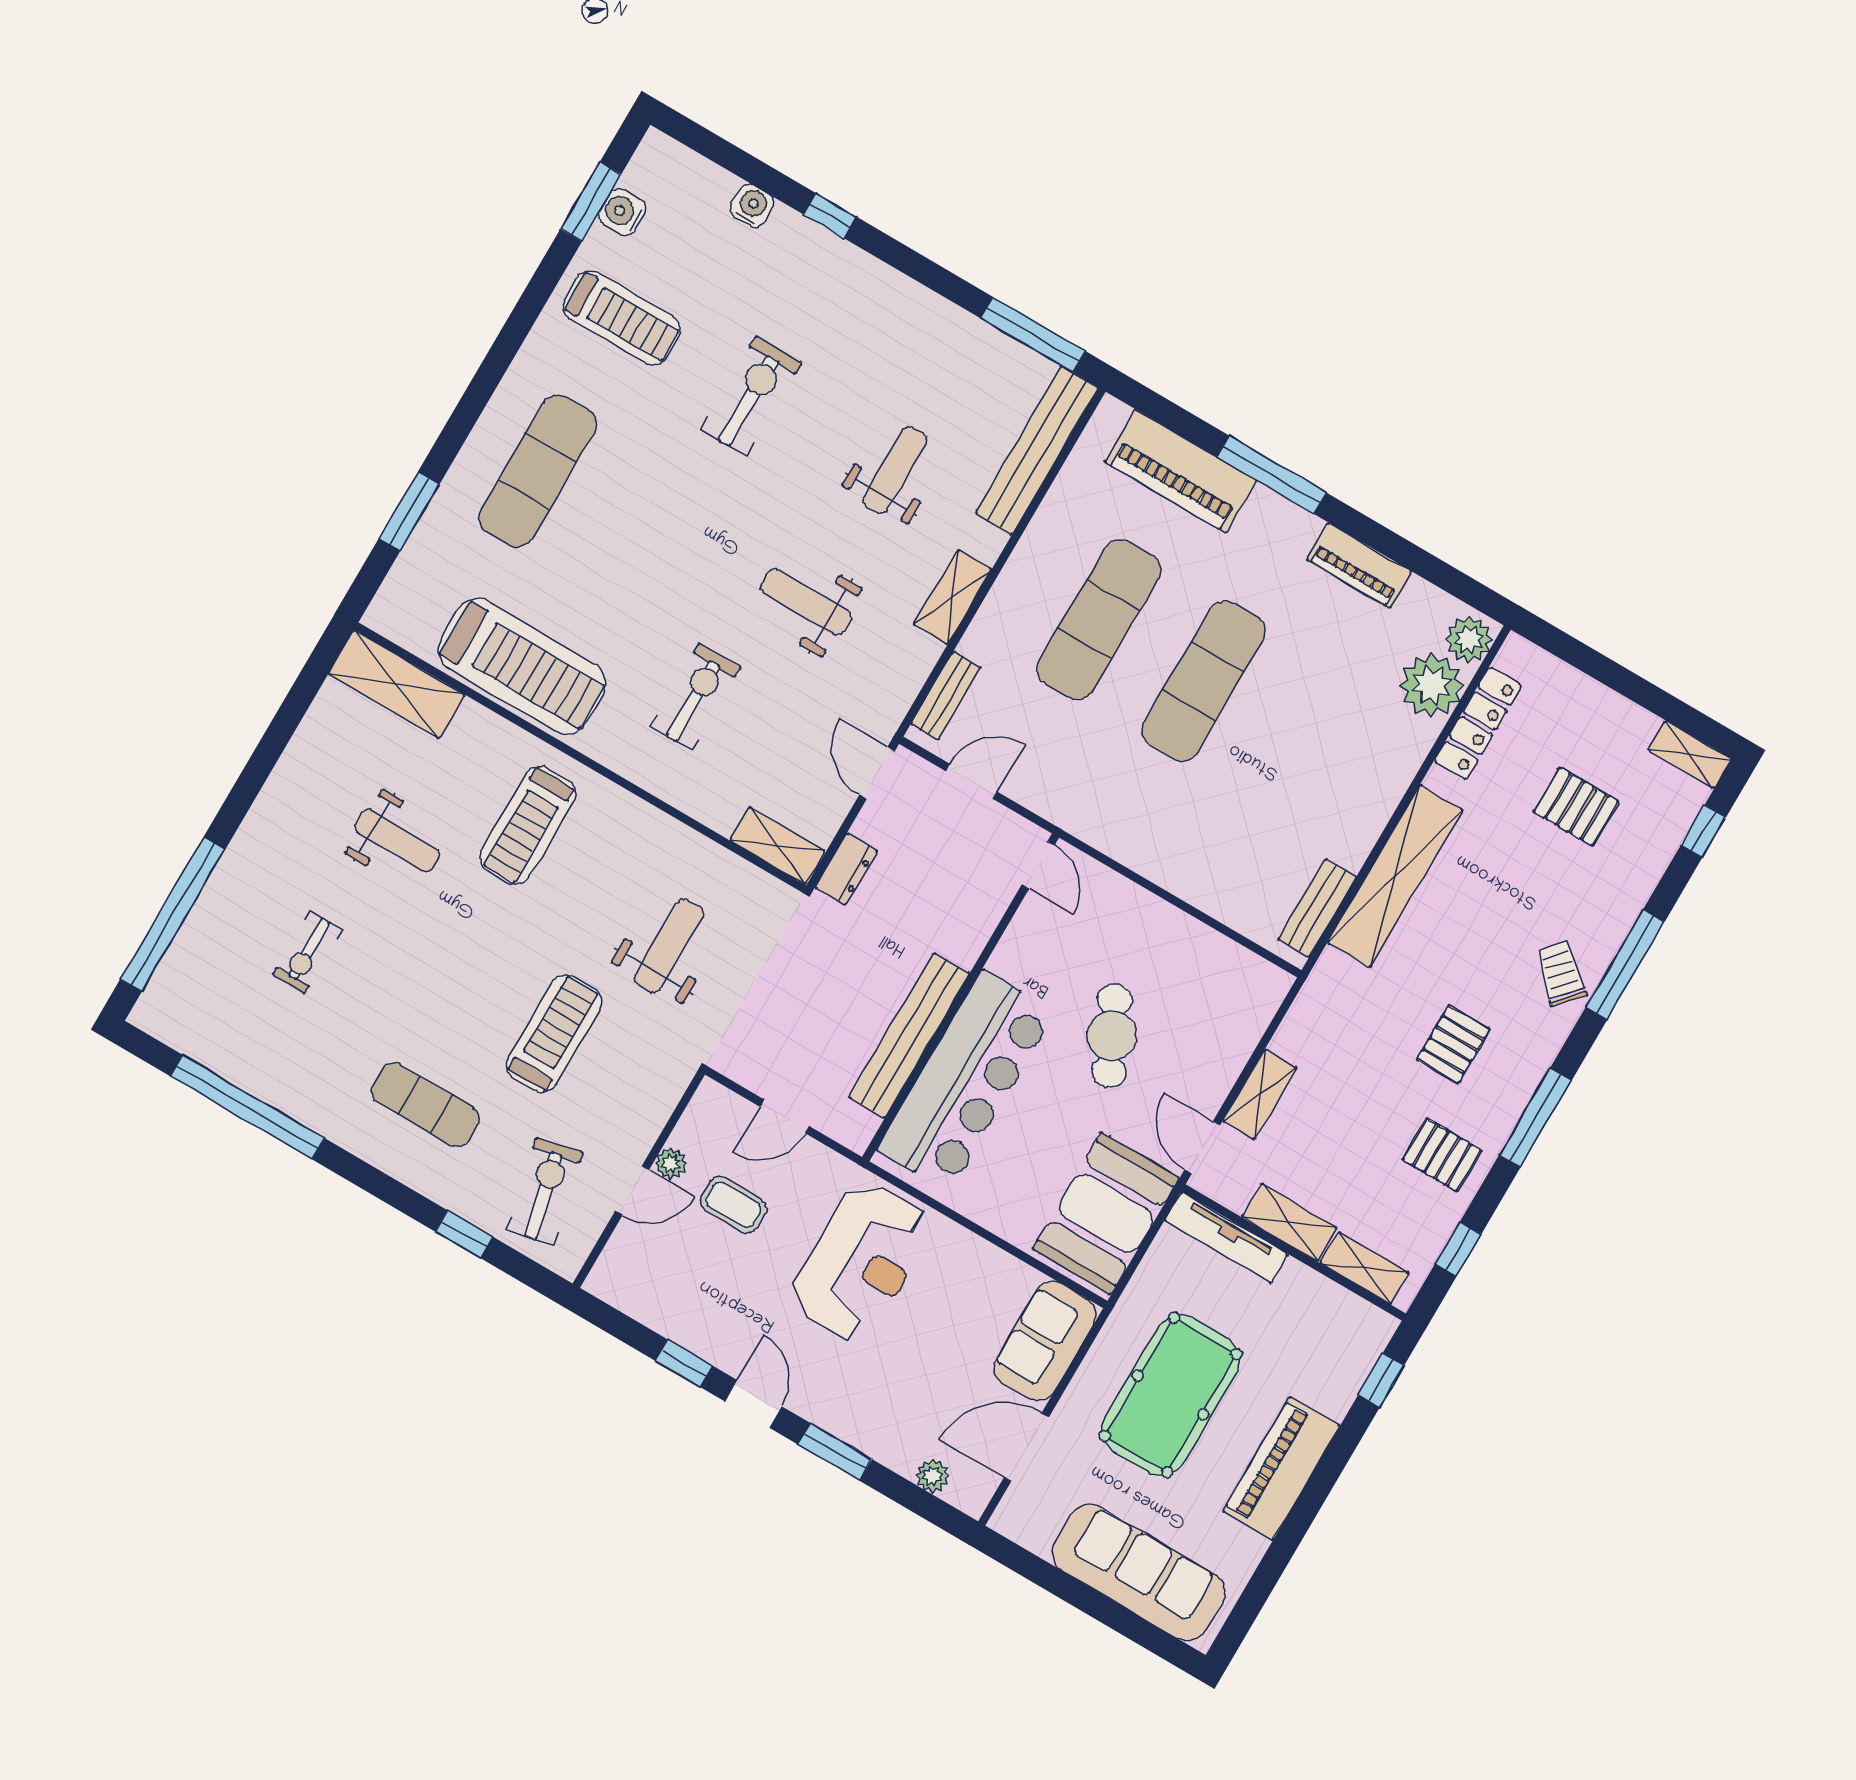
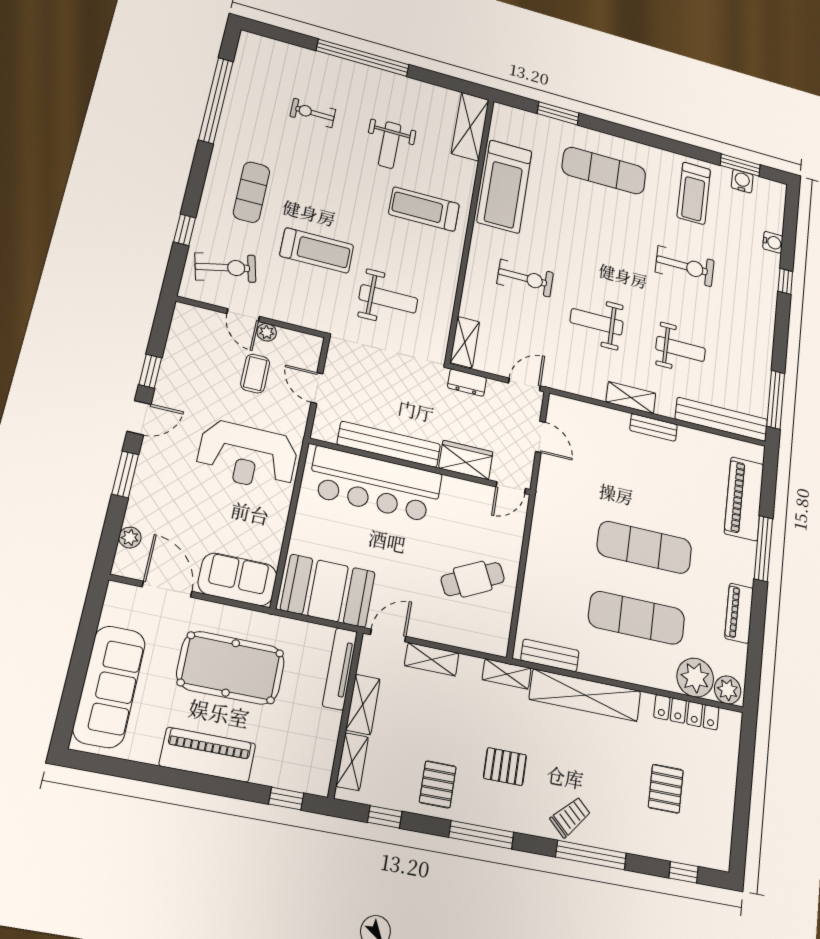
weight bench: (806, 602) -> (597, 322), turned -90
exercise mat: (1099, 620) -> (637, 618), moved
bench: (946, 696) -> (654, 427), moved
shelving: (1690, 754) -> (507, 674), moved, turned 90
window: (173, 914) -> (363, 58), moved
wardrobe: (972, 921) -> (466, 460), added
cafe table: (1112, 1036) -> (473, 579), moved

